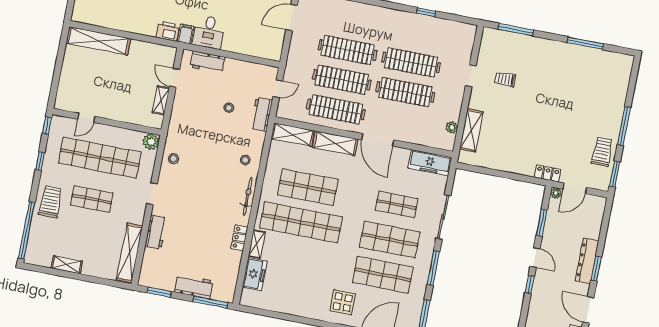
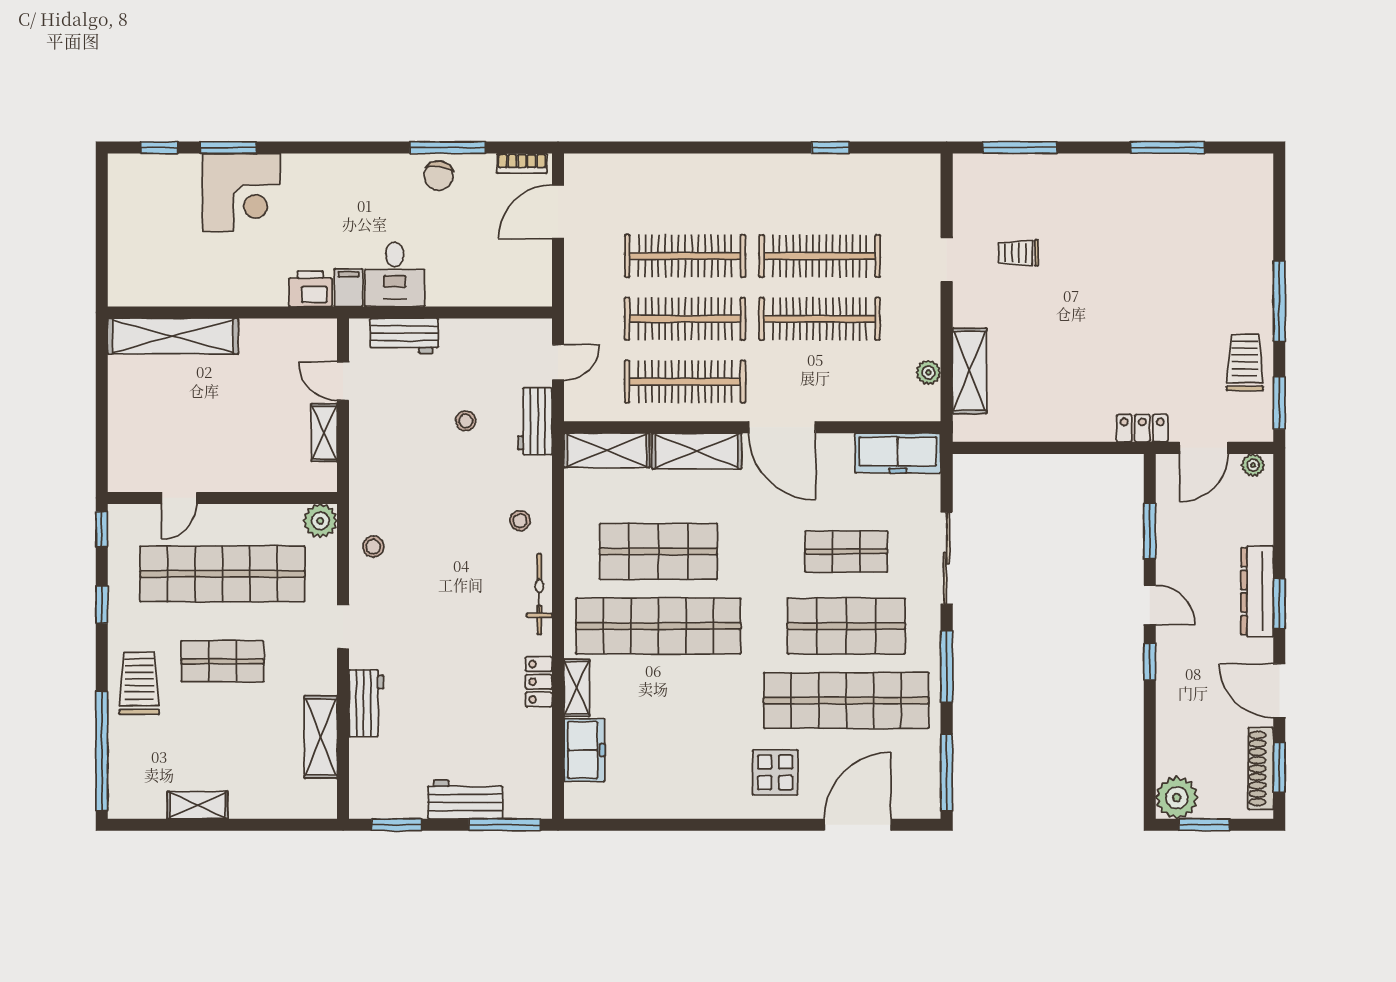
plant: (556, 193) -> (1253, 465), moved
shelving: (130, 253) -> (321, 737), width x0.68
shop shelf: (383, 275) -> (846, 700), width x1.40

